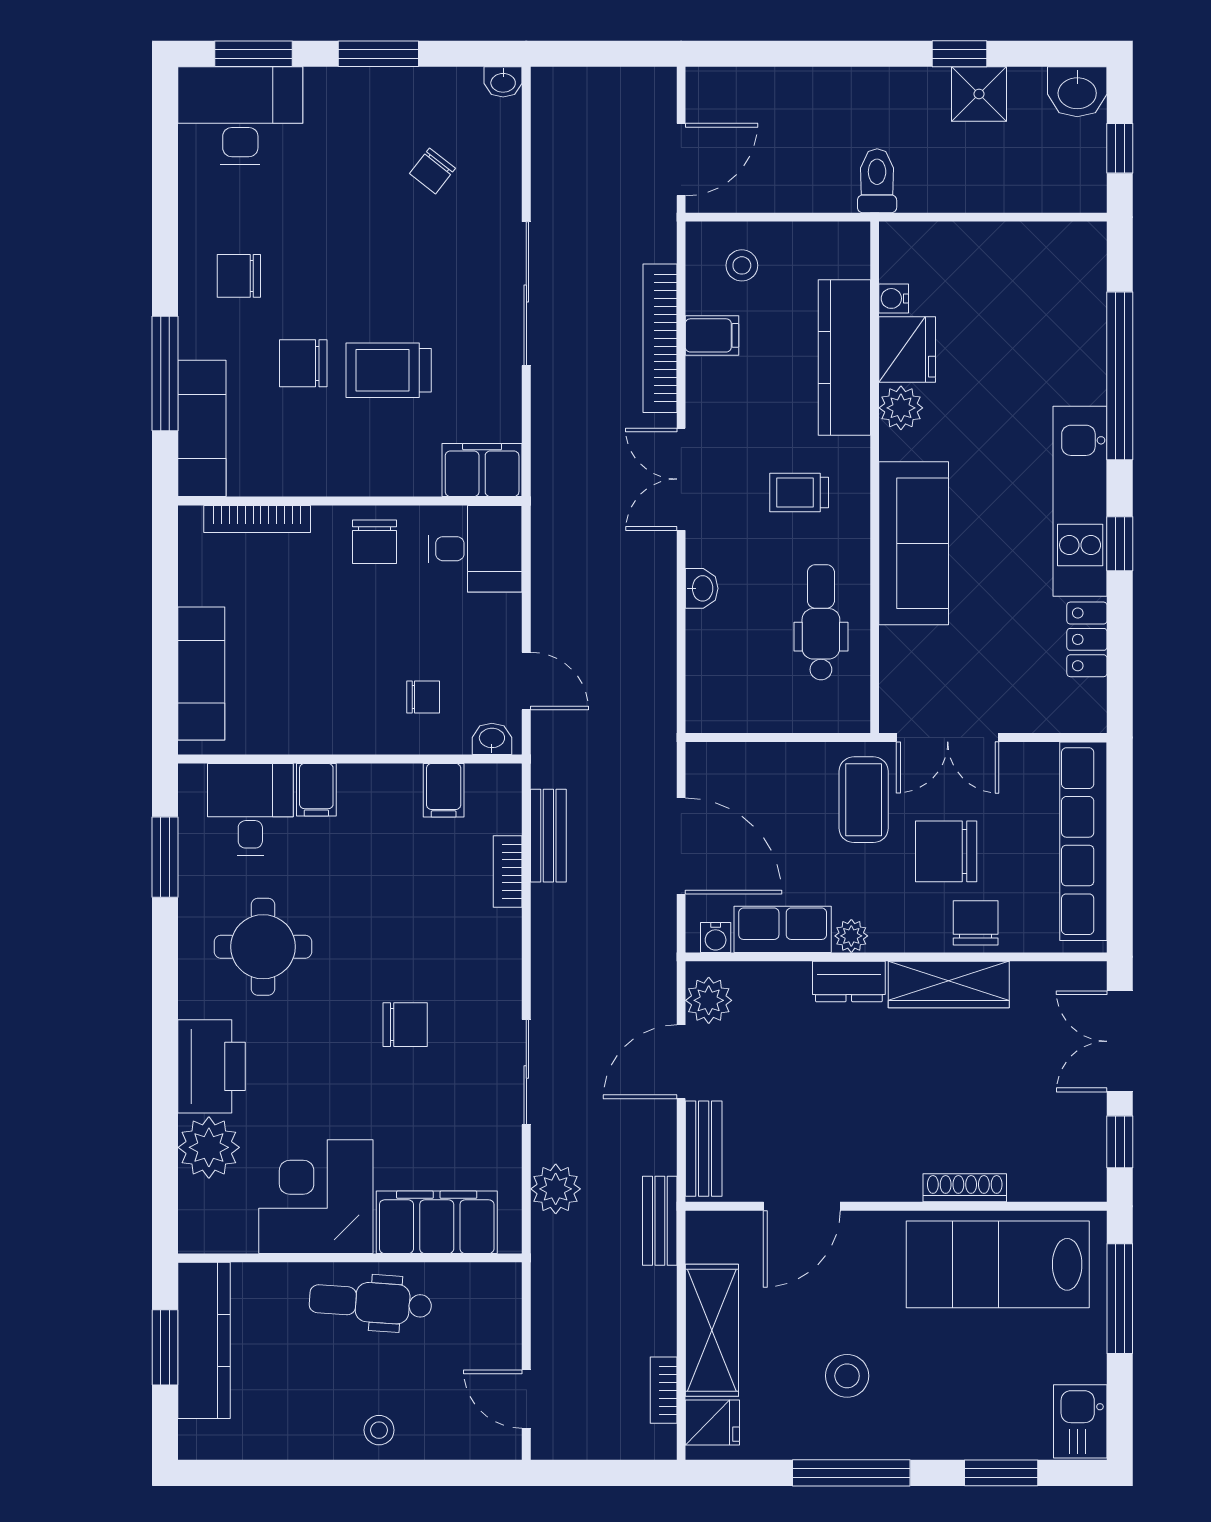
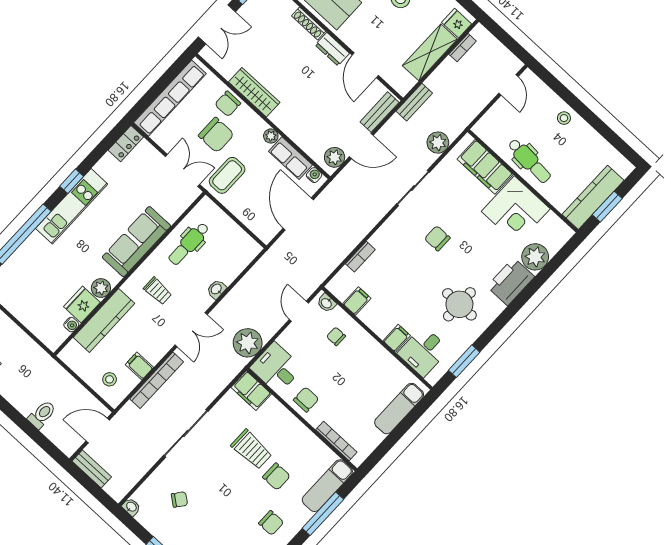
toilet: (877, 181) -> (42, 414), moved, turned 180
plant: (564, 546) -> (248, 343), added
locker: (1087, 639) -> (126, 144), moved
bench: (548, 836) -> (92, 469), moved, turned 90
dresser: (849, 981) -> (332, 49), moved, turned 180
door: (802, 1206) -> (365, 65), swing flipped

